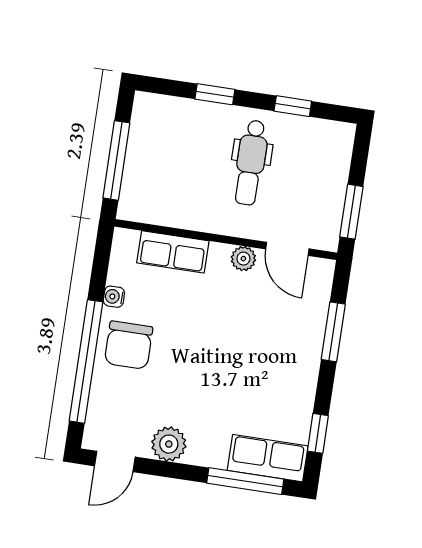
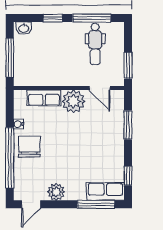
washbasin: (153, 106) -> (24, 28), added
window: (293, 106) -> (92, 18), width x2.17
dental chair: (251, 163) -> (95, 44), moved
plant: (243, 259) -> (73, 101), width x1.88, depth x1.88
chair: (129, 345) -> (29, 147), turned 180

